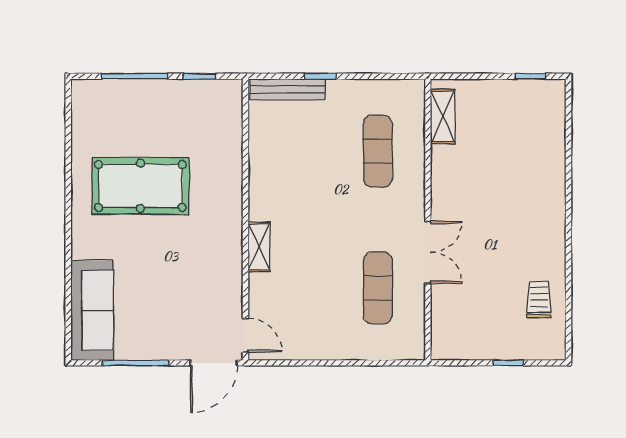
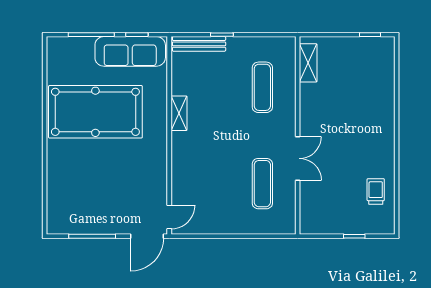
pool table: (140, 186) -> (95, 112), width x1.36, depth x1.32
shelving: (259, 247) -> (179, 113), moved
sofa: (92, 310) -> (130, 51), moved, turned 90
door: (245, 335) -> (169, 217), hinge flipped

